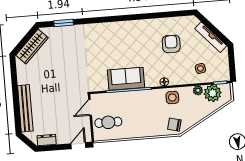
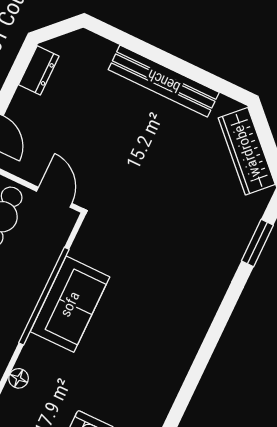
bench: (25, 108) -> (164, 81), moved

